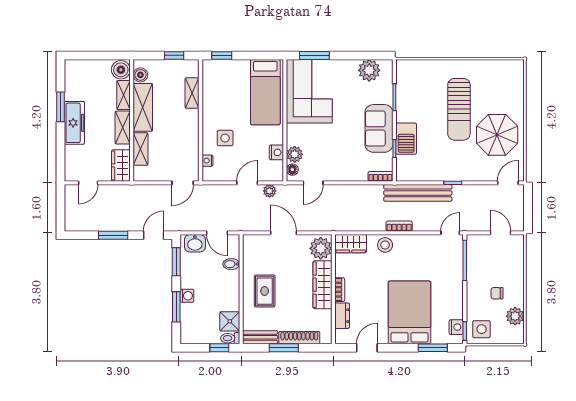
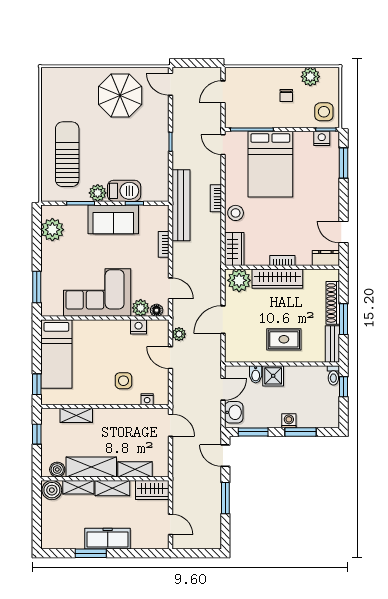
corner sofa: (309, 91) -> (97, 292), moved
bed: (265, 92) -> (56, 354), moved, turned 90
sun lounger: (459, 109) -> (67, 154), moved, turned -90
plant: (404, 113) -> (98, 193), added
bookcase: (380, 176) -> (164, 244), moved
bench: (418, 193) -> (181, 205), moved
bed: (409, 312) -> (270, 164), moved, turned -90
dresser: (342, 316) -> (326, 258), moved
shower: (230, 321) -> (273, 376), moved

